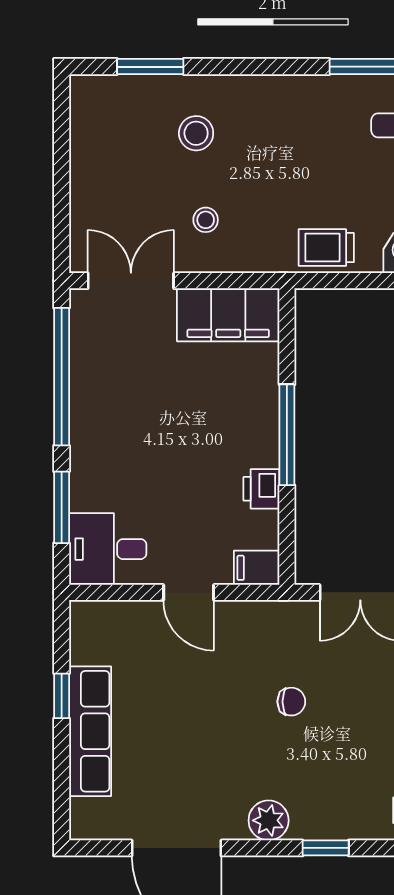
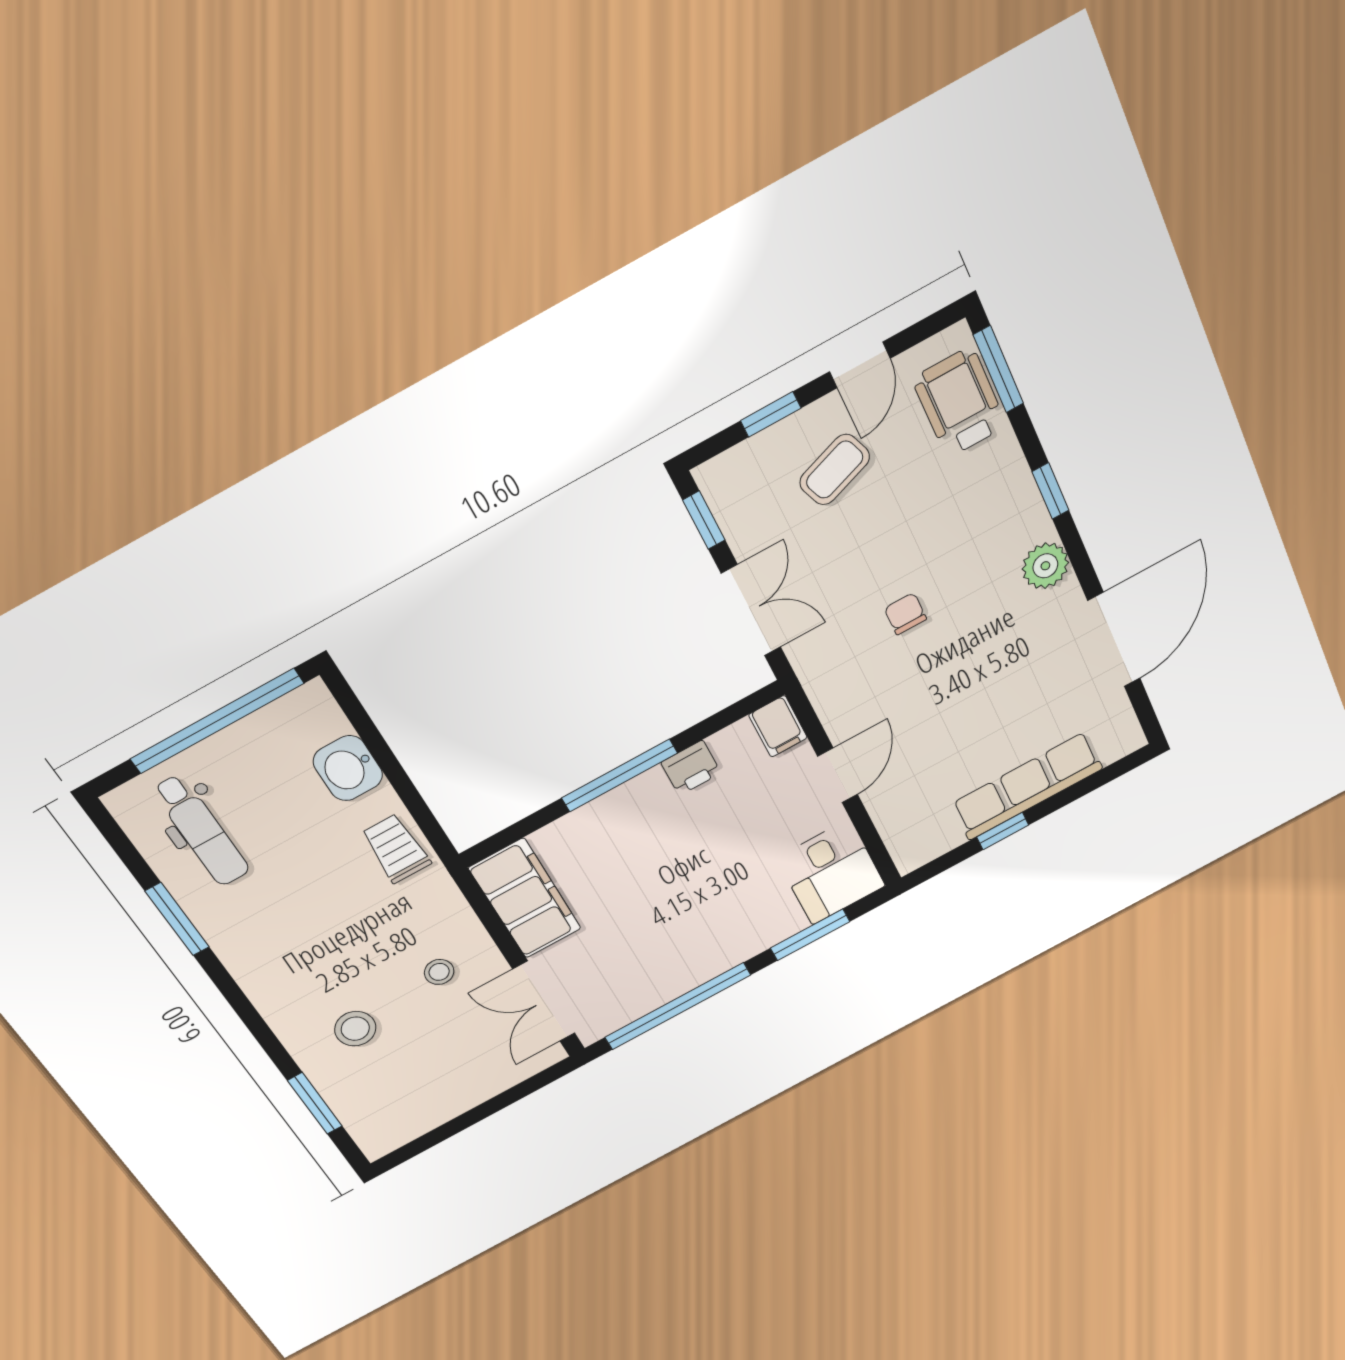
trolley: (326, 248) -> (396, 849), turned 180

